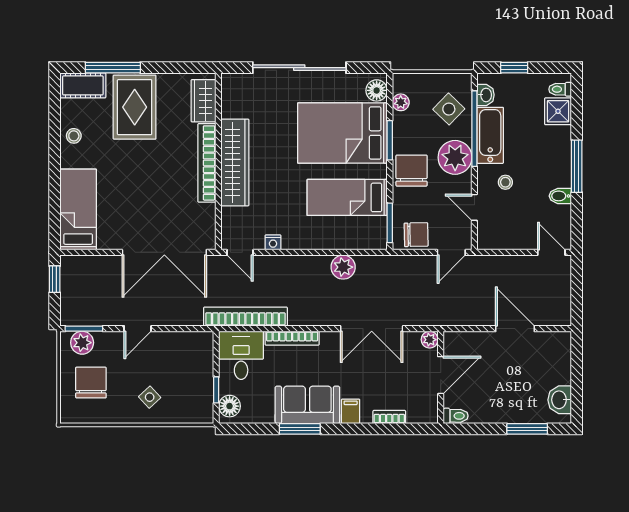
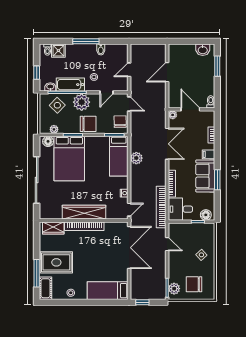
chair: (412, 171) -> (88, 124), turned 180
bed: (347, 197) -> (119, 156), moved
door: (551, 252) -> (129, 70), moved
door: (138, 329) -> (167, 244), moved

